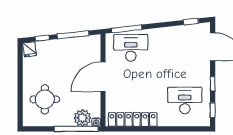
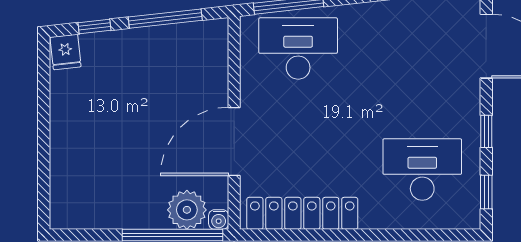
door: (103, 77) -> (234, 141), moved
round table: (45, 99) -> (100, 167), removed

